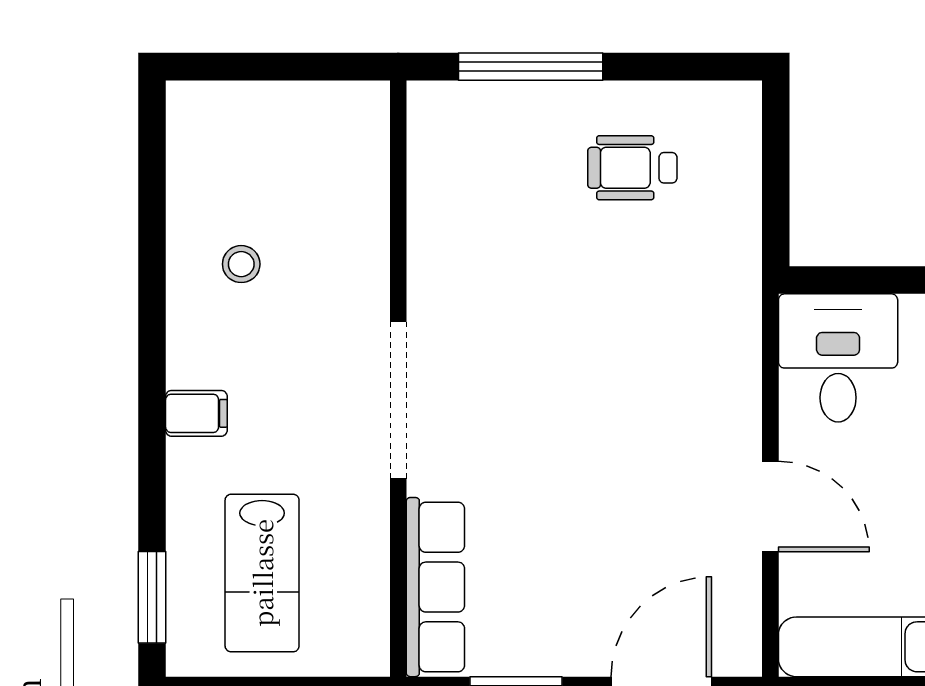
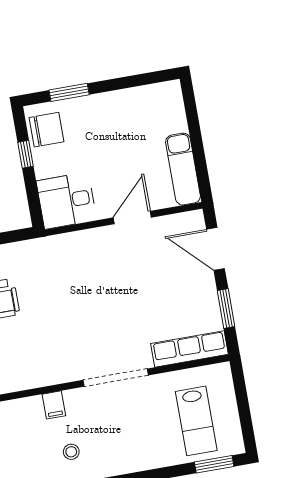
filing cabinet: (196, 413) -> (54, 405), moved, turned 180
lab bench: (262, 573) -> (196, 421), turned 90

